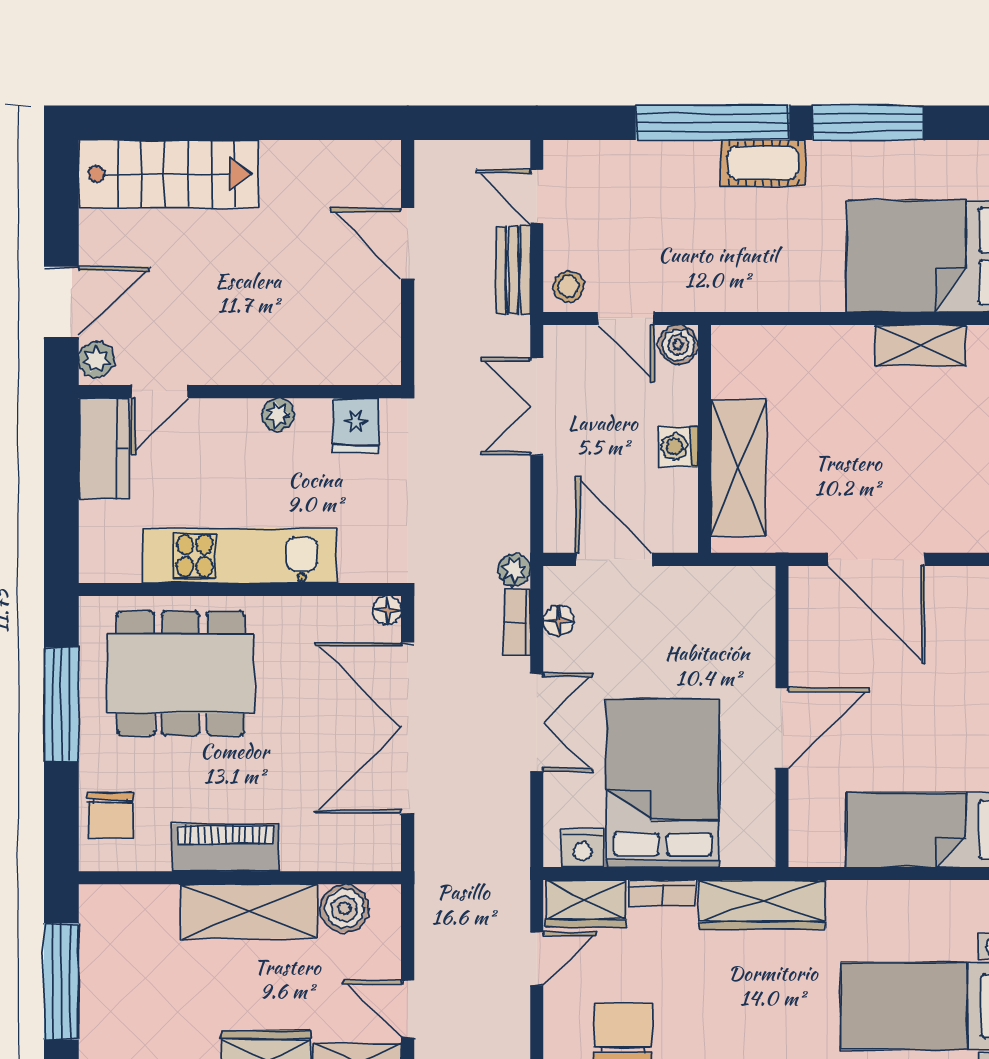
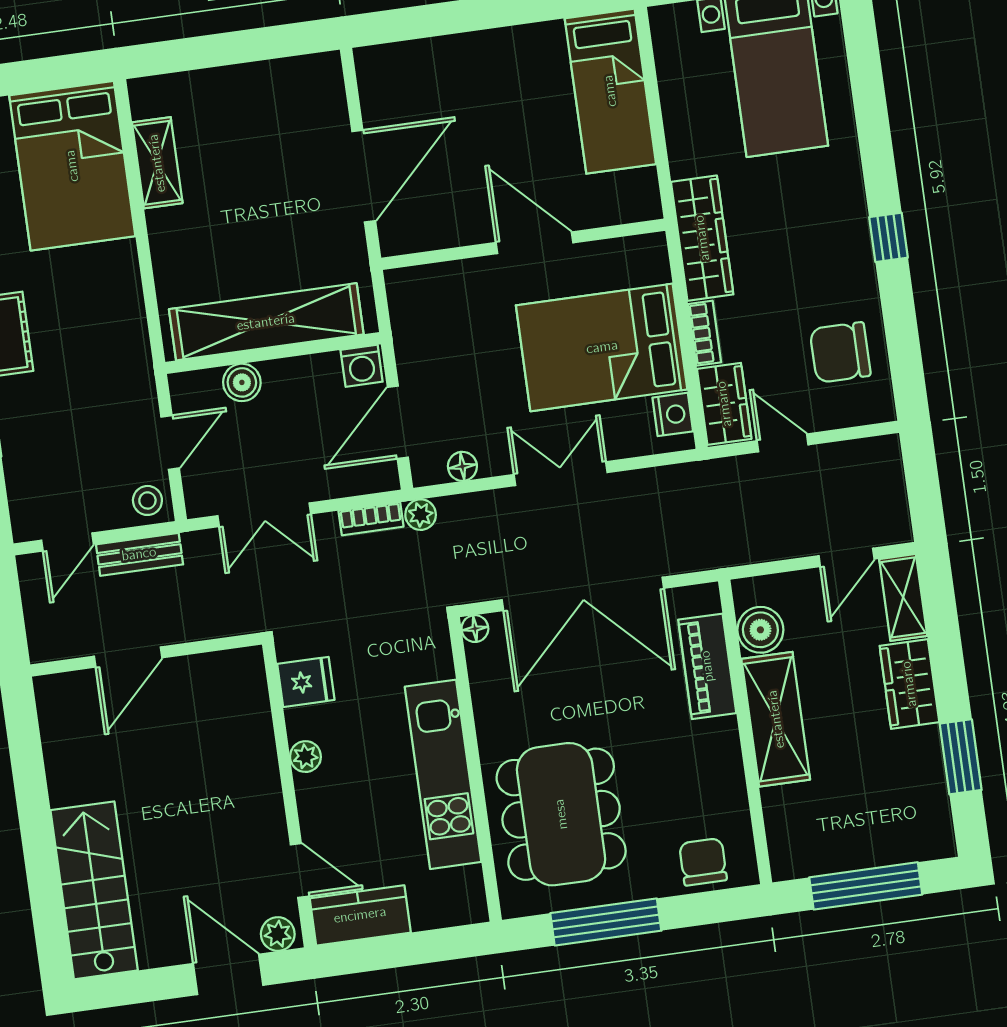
boiler: (678, 345) -> (242, 382), moved
washing machine: (678, 447) -> (362, 366), moved
shelving: (738, 468) -> (266, 322), width x1.47
bookcase: (517, 622) -> (371, 519), moved
chair: (110, 815) -> (703, 862), turned -90
piano: (225, 848) -> (707, 666), moved

